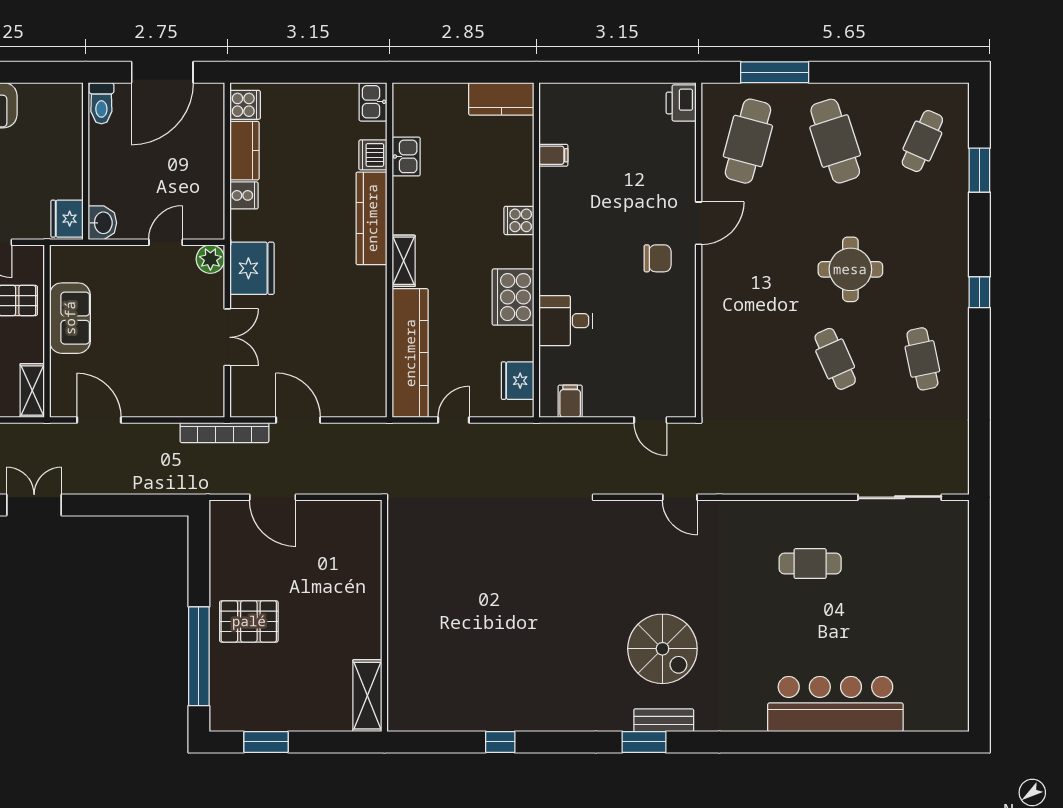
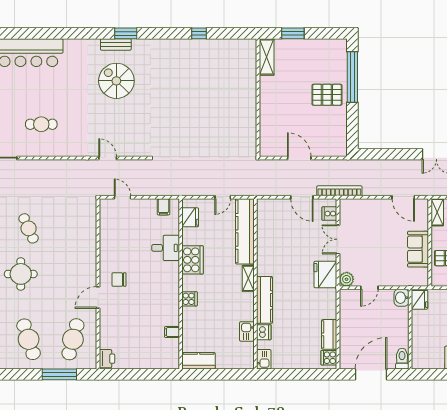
cooker: (244, 195) -> (329, 214), moved
door: (273, 497) -> (299, 158), moved
window: (266, 742) -> (293, 33), moved

